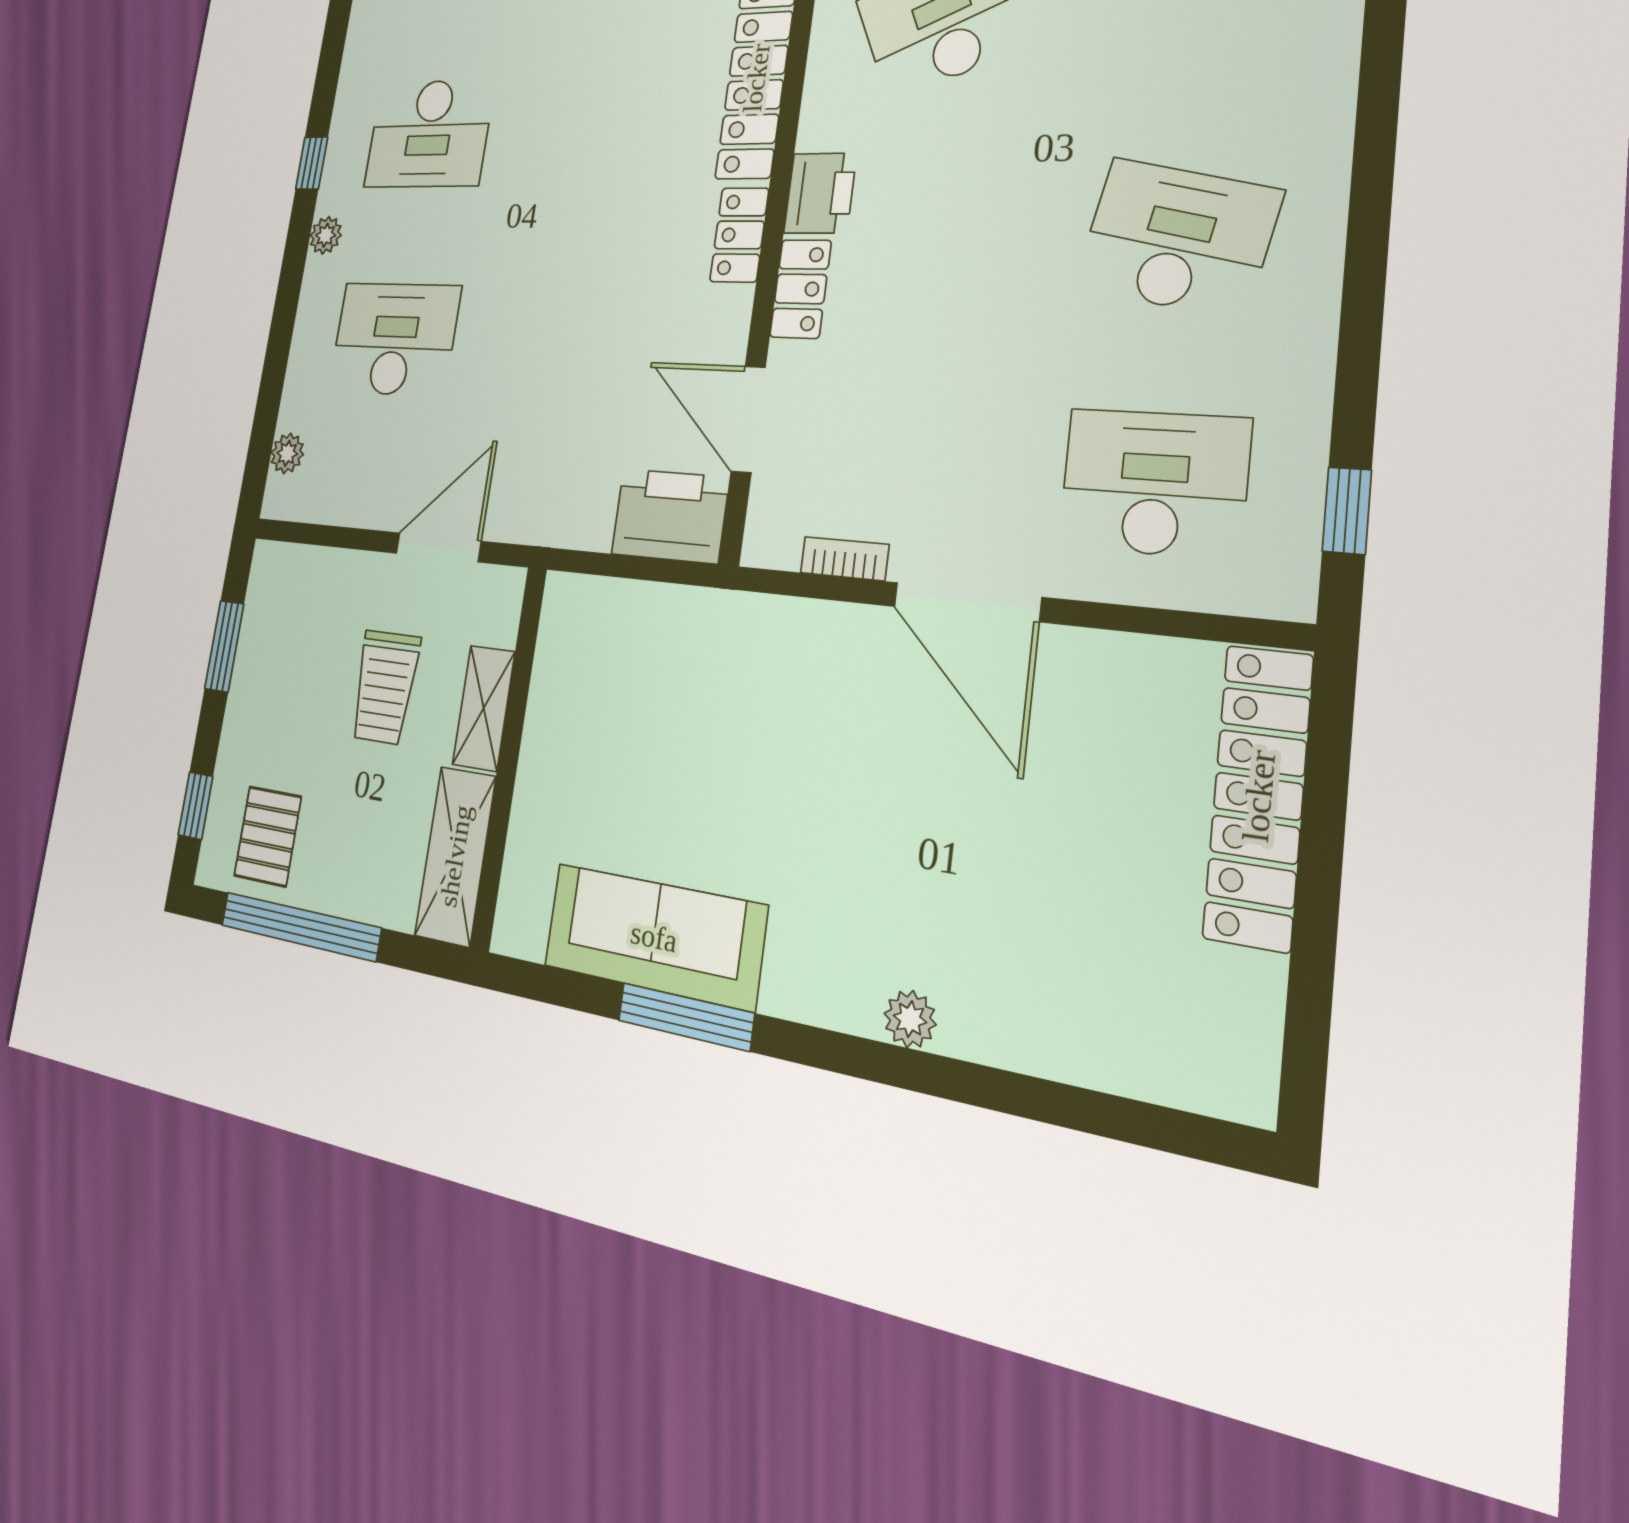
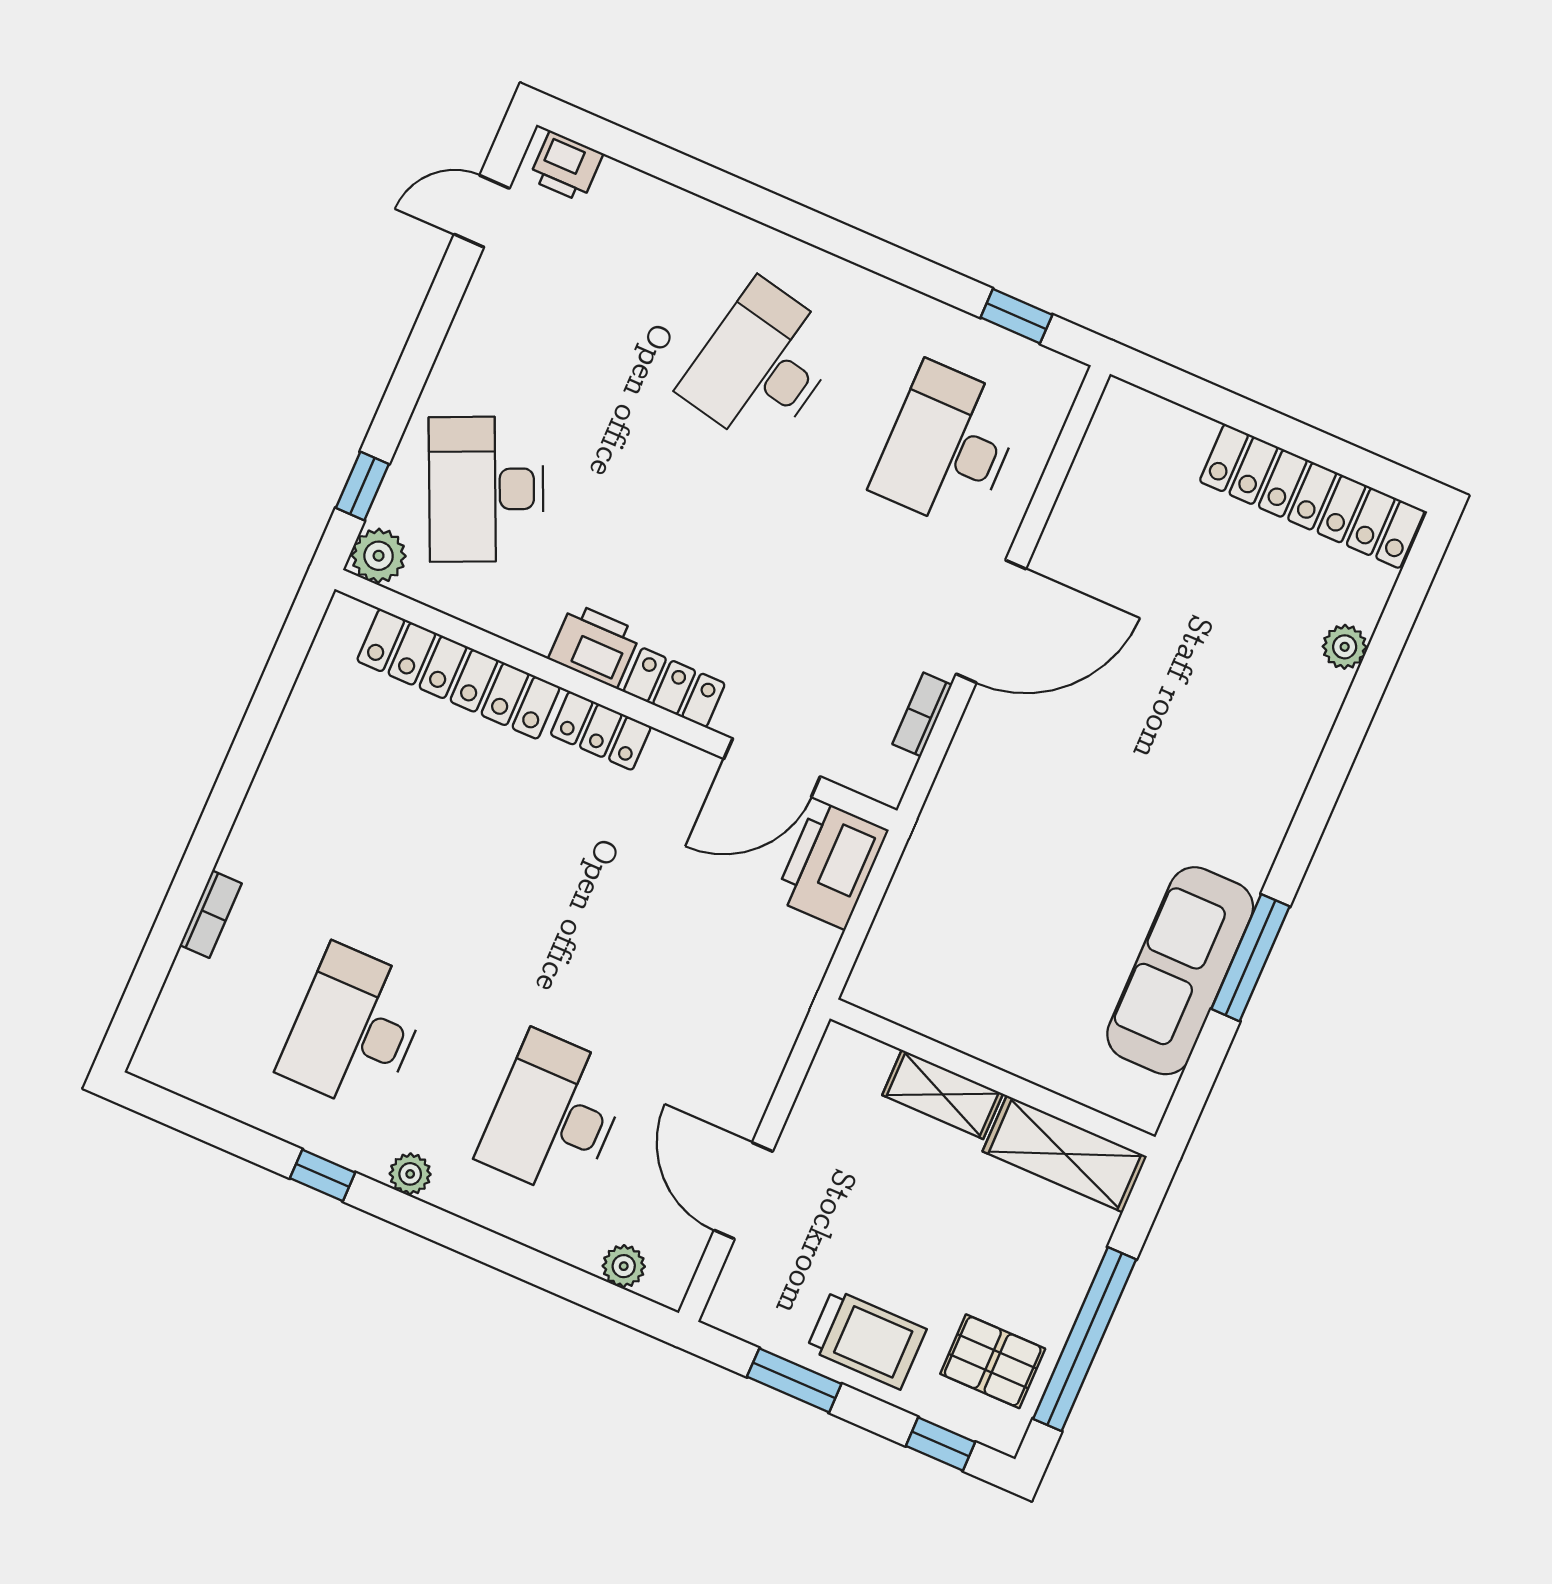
desk: (429, 134) -> (354, 1029), turned 180
door: (438, 547) -> (743, 1191), moved
trolley: (385, 687) -> (867, 1339), moved
locker: (1258, 796) -> (1312, 496), moved
plant: (910, 1019) -> (1345, 647), moved

